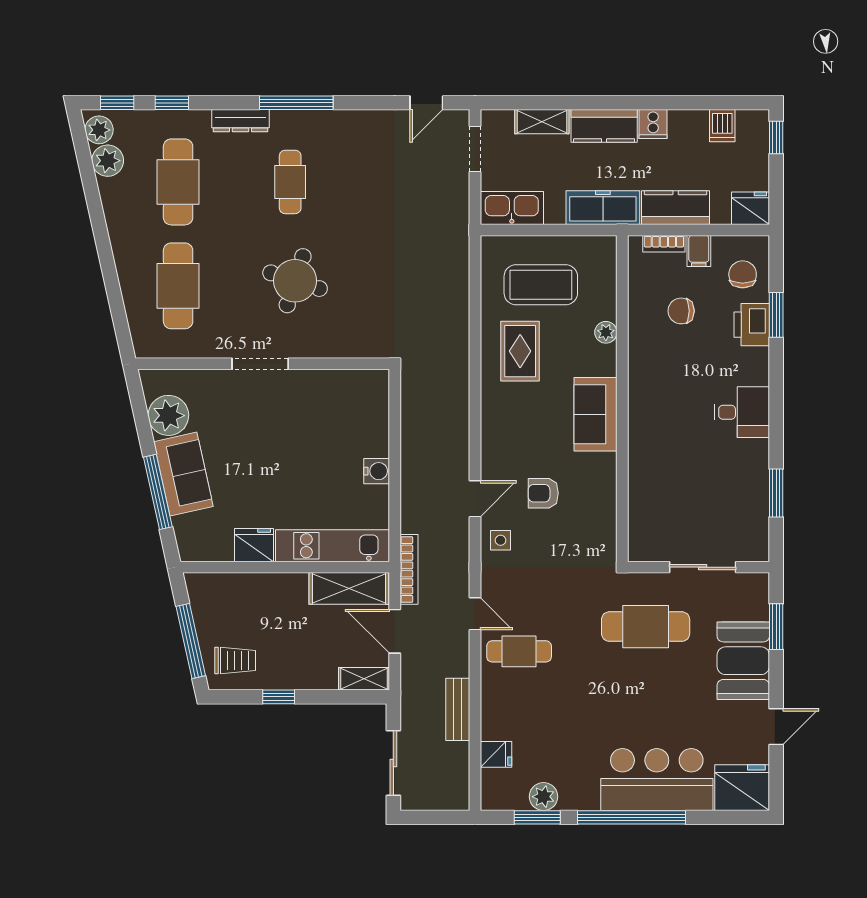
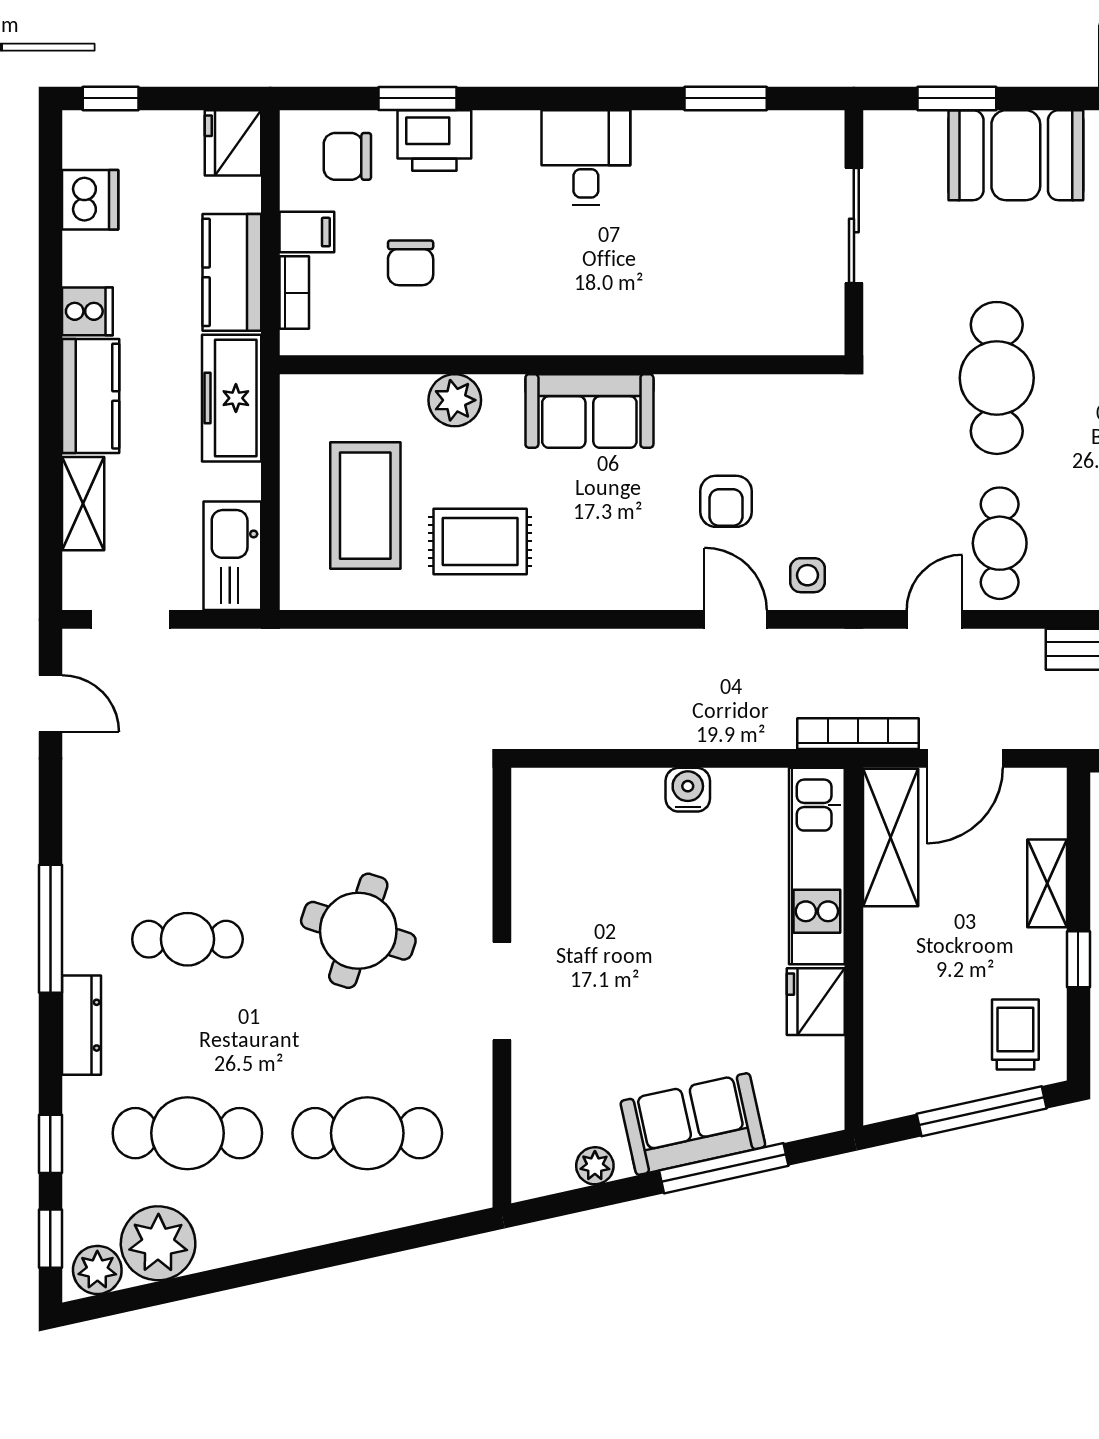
dishwasher: (722, 126) -> (90, 200), width x1.38
plant: (108, 161) -> (158, 1243), width x1.36, depth x1.36
plant: (606, 332) -> (455, 400), width x1.38, depth x1.38
plant: (168, 415) -> (595, 1166), width x0.53, depth x0.53
cafe table: (646, 627) -> (997, 378), moved
shelving: (364, 679) -> (1047, 883), moved

